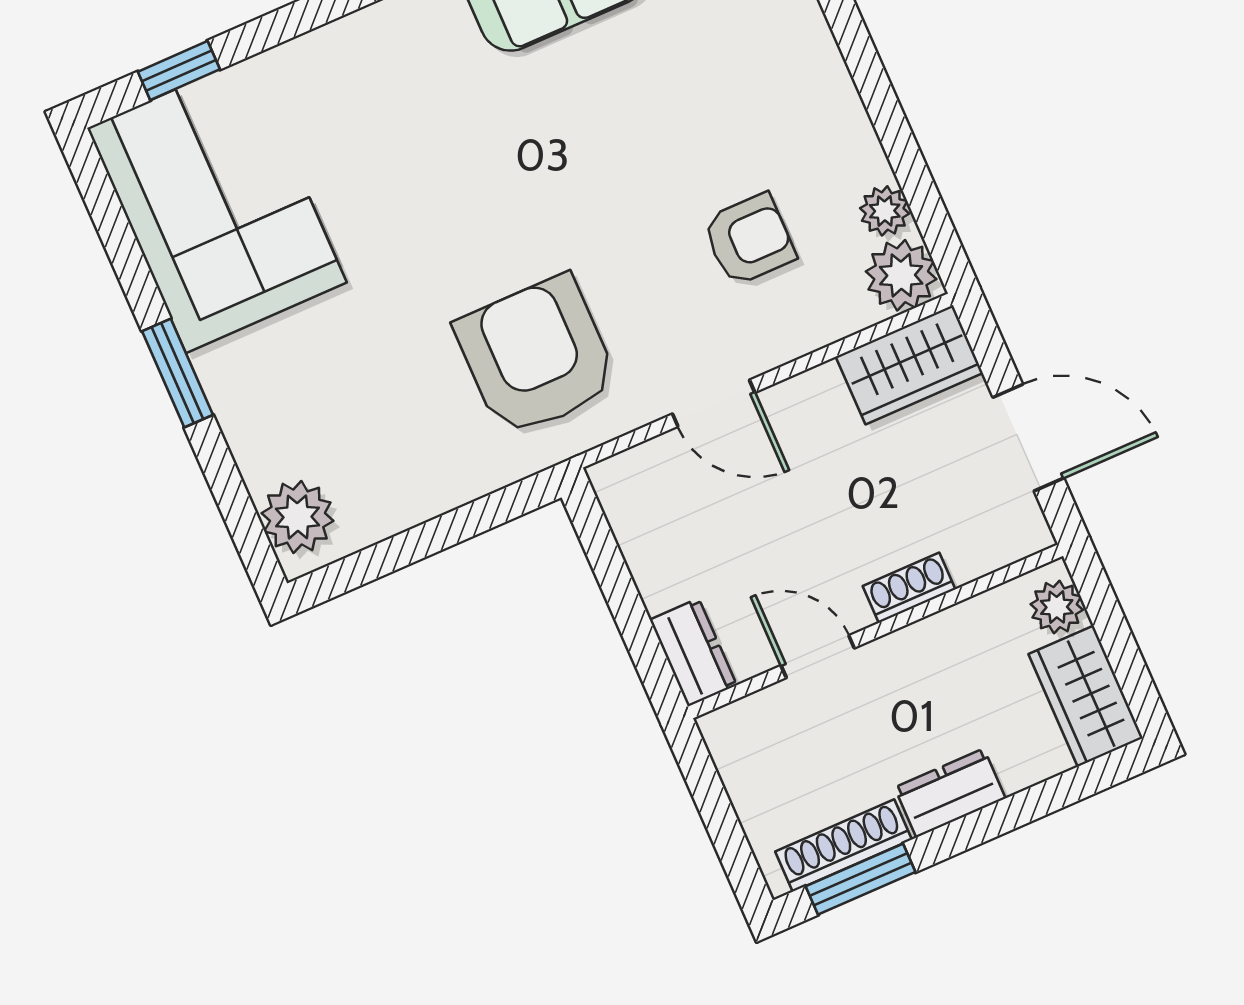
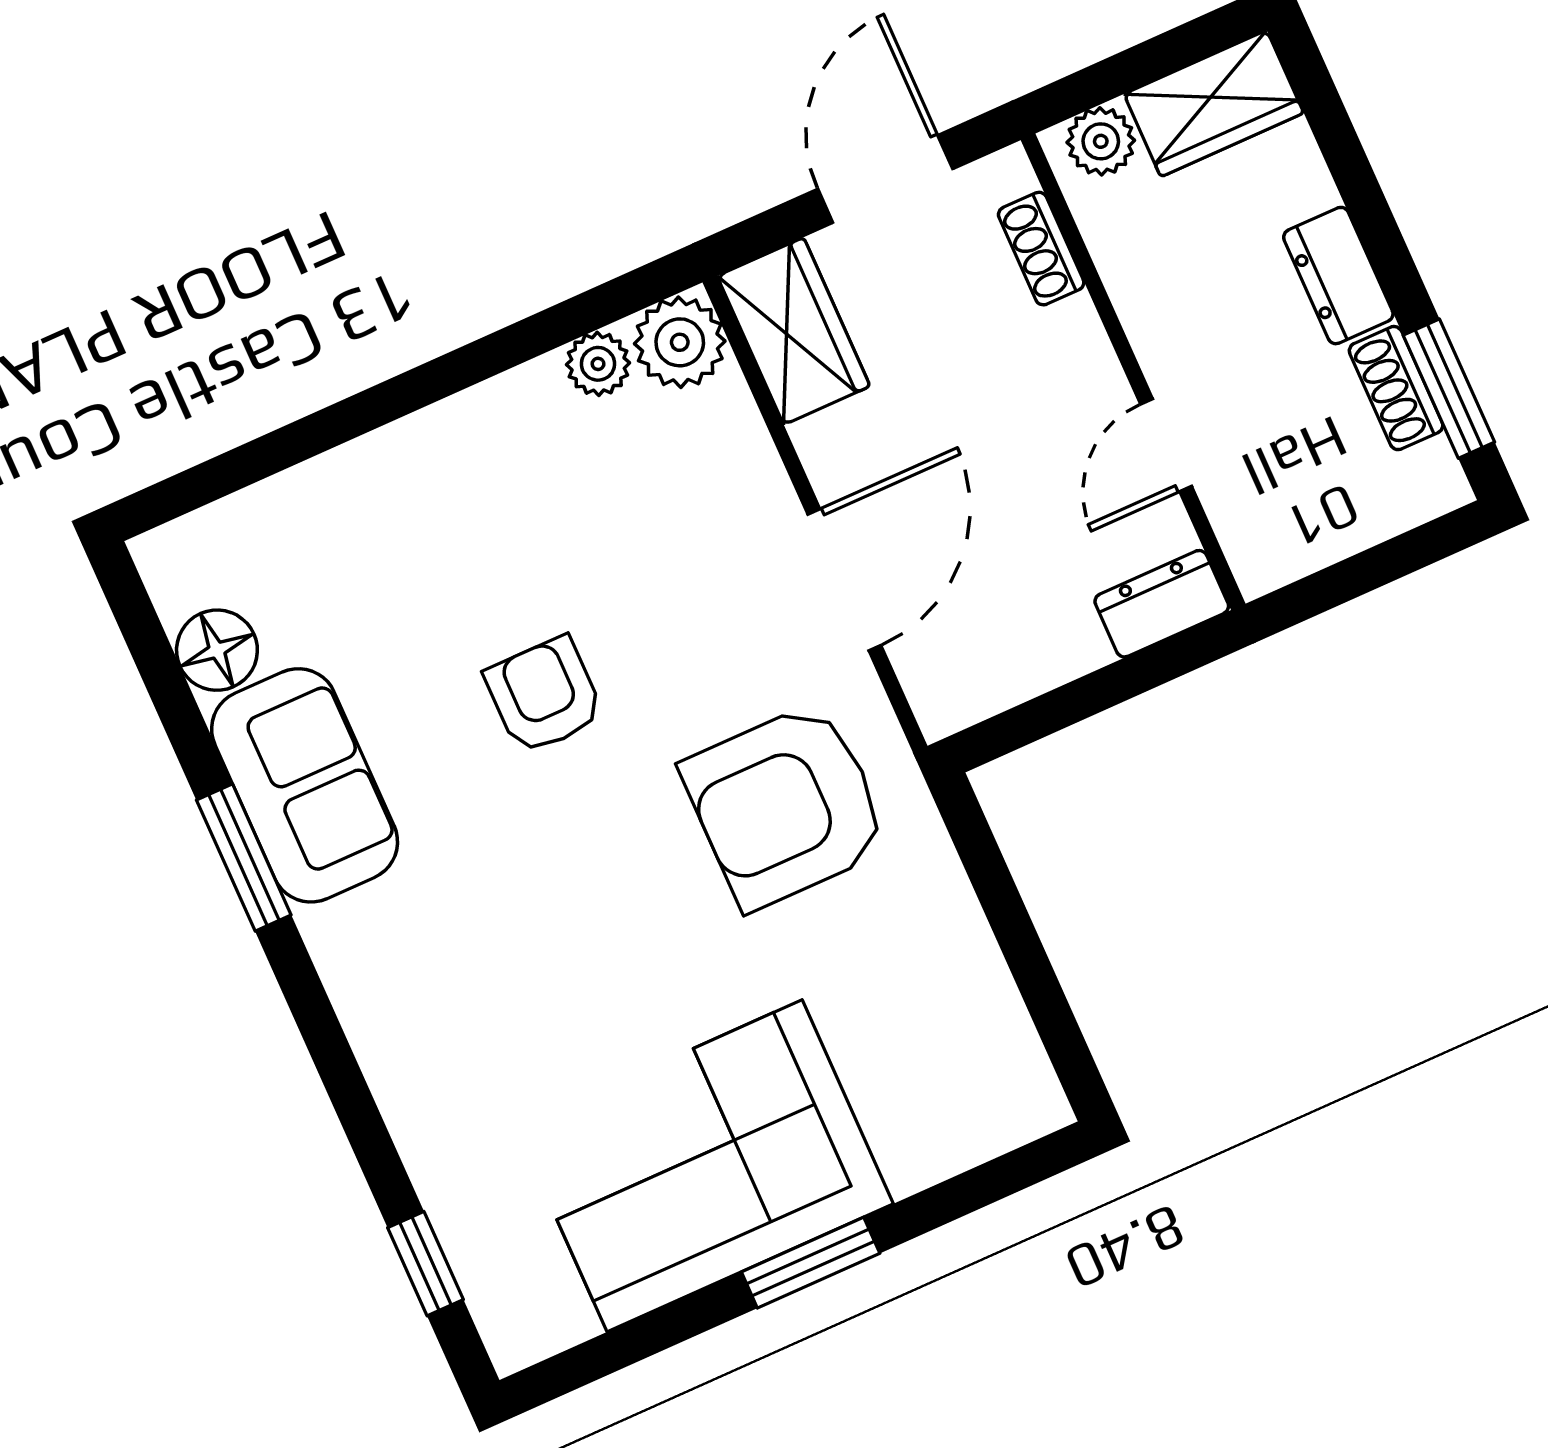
corner sofa: (217, 205) -> (705, 1166), moved
armchair: (749, 240) -> (544, 695), moved
door: (714, 403) -> (844, 580), width x1.38
plant: (297, 517) -> (993, 1109), removed
shoe rack: (909, 588) -> (1041, 249), moved
shoe rack: (843, 846) -> (1396, 388), width x0.70

